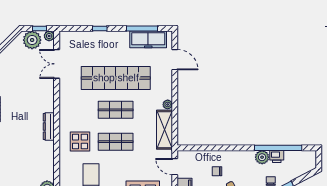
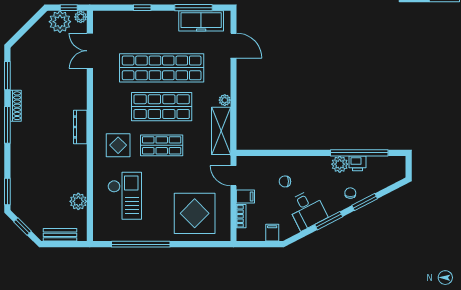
shop shelf: (116, 110) -> (162, 107), width x1.43, depth x1.36

